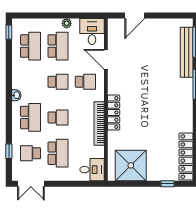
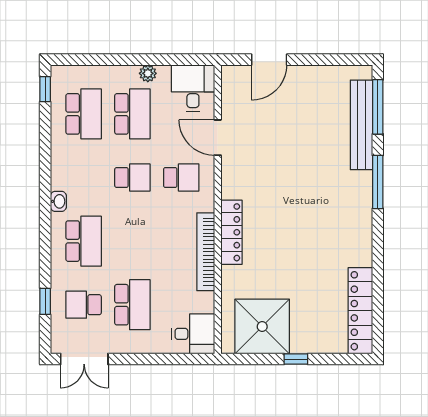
school desk: (58, 117) -> (132, 241), removed
window: (168, 184) -> (296, 359), moved

